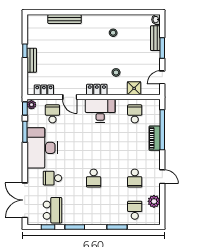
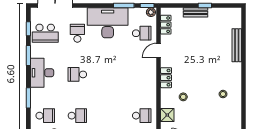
desk: (100, 111) -> (42, 73), moved, turned 180
school desk: (135, 178) -> (77, 116), turned 180

